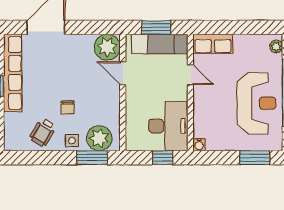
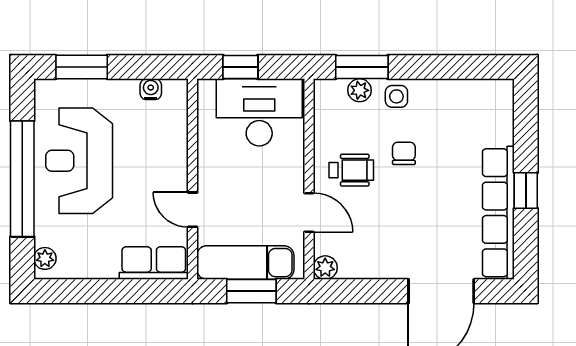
plant: (107, 47) -> (325, 268), width x0.53, depth x0.53
desk: (168, 126) -> (259, 112), moved, turned 90
wheelchair: (43, 132) -> (351, 170), moved, turned 59
plant: (99, 138) -> (360, 90), width x0.53, depth x0.53
water cooler: (199, 145) -> (151, 89), moved

